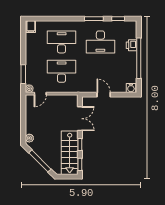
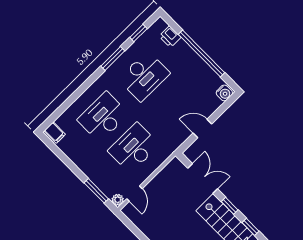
printer: (132, 45) -> (170, 37), moved

